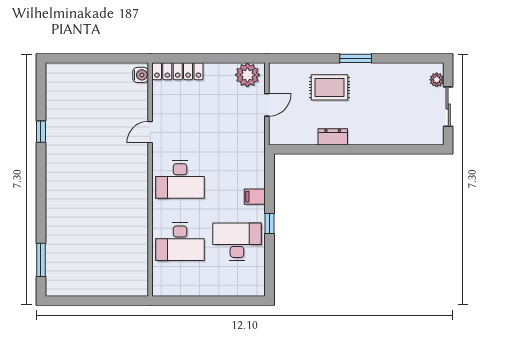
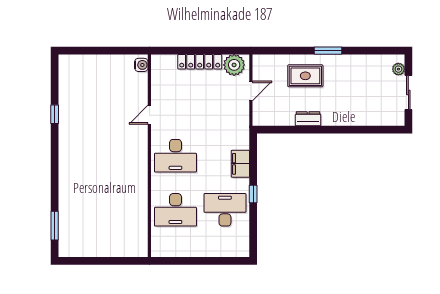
locker: (178, 71) -> (200, 62), moved
filing cabinet: (255, 197) -> (240, 164), width x2.00

